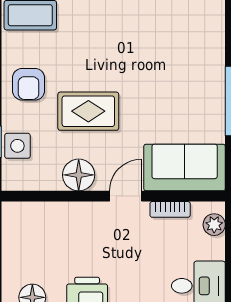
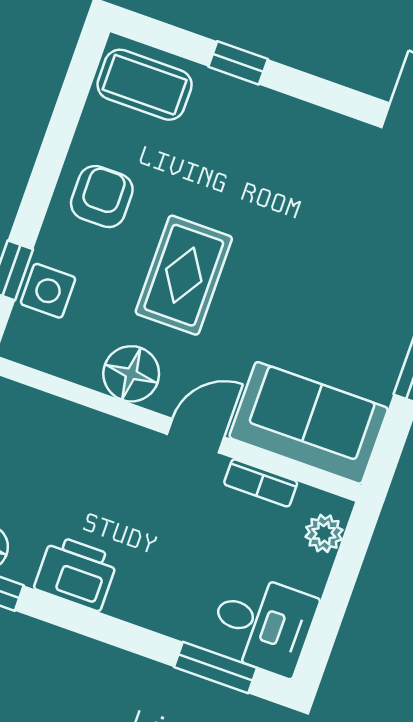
armchair: (29, 84) -> (102, 197), turned 180
rug: (88, 111) -> (184, 275), turned 90

